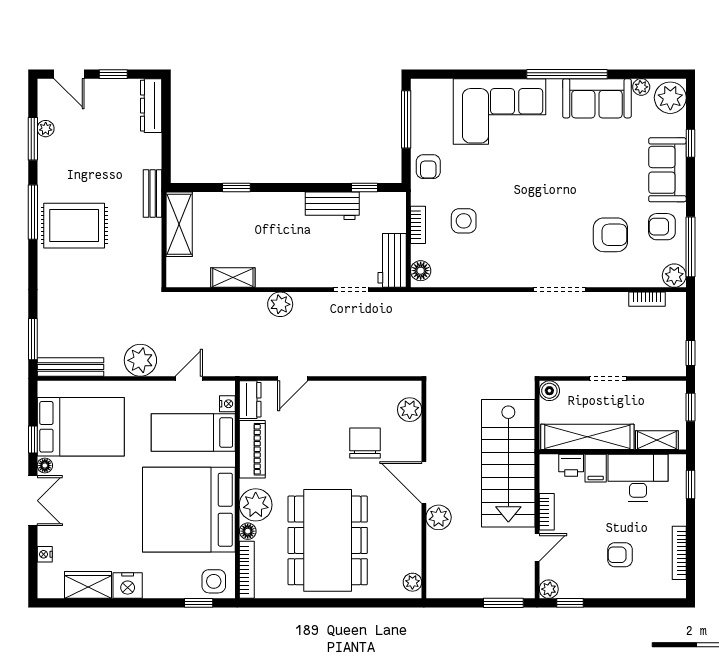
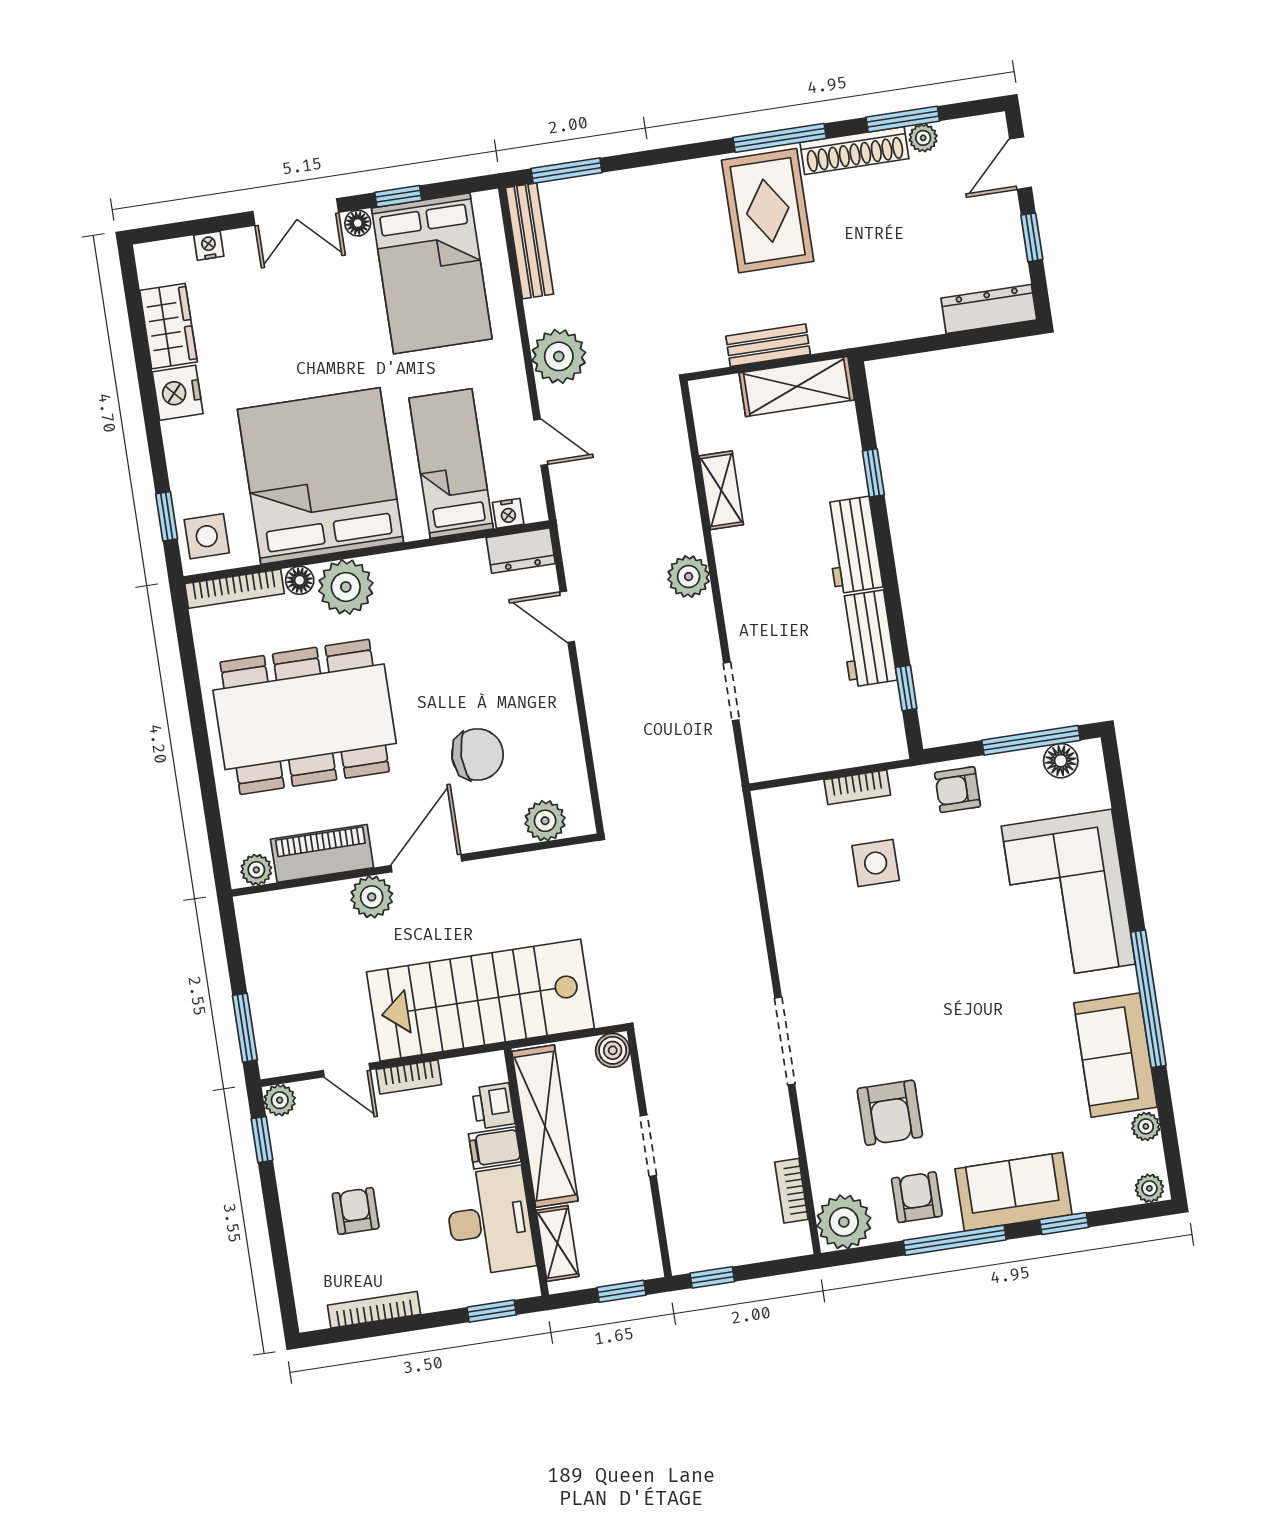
plant: (670, 98) -> (1149, 1188), width x0.53, depth x0.53
shoe rack: (47, 170) -> (854, 151), added
bench: (153, 193) -> (768, 345), moved
window: (690, 247) -> (955, 1240), moved
workbench: (392, 260) -> (853, 545), moved, turned -90
floor lamp: (421, 271) -> (1061, 761), moved
plant: (674, 276) -> (844, 1222), width x1.36, depth x1.36
piano: (252, 449) -> (322, 853), moved, turned 180

